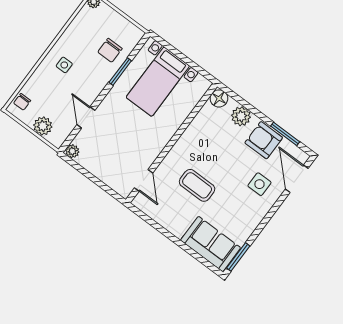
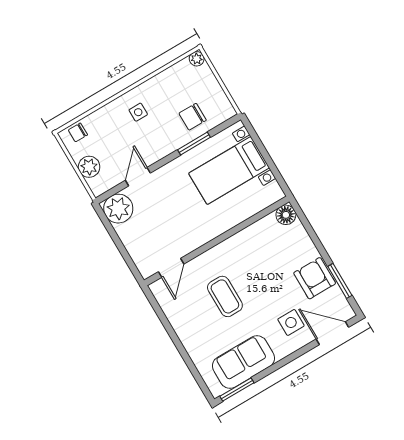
plant: (241, 116) -> (301, 243), removed
plant: (72, 151) -> (118, 209), width x1.87, depth x1.87
door: (297, 179) -> (332, 333), hinge flipped
sofa: (211, 244) -> (243, 362), moved, turned -90

